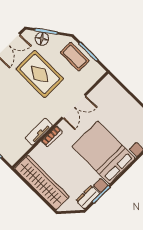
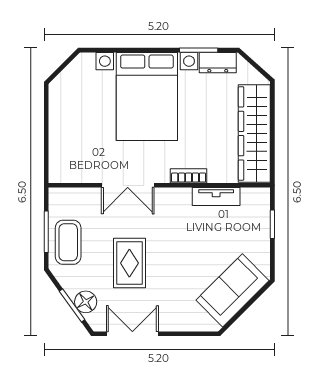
rug: (40, 74) -> (129, 263), width x0.73, depth x0.70
double door: (74, 106) -> (128, 185), swing flipped
tv unit: (39, 132) -> (216, 197), moved

